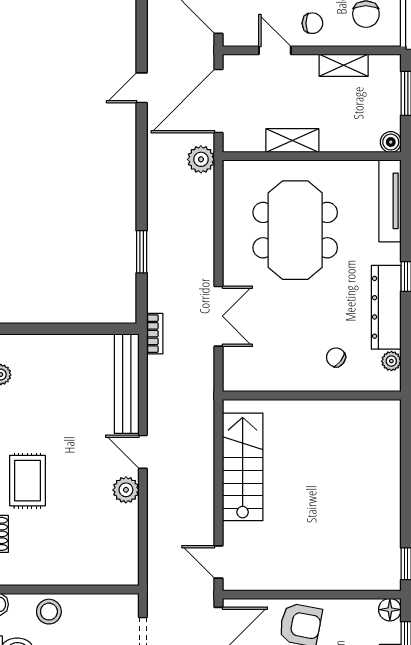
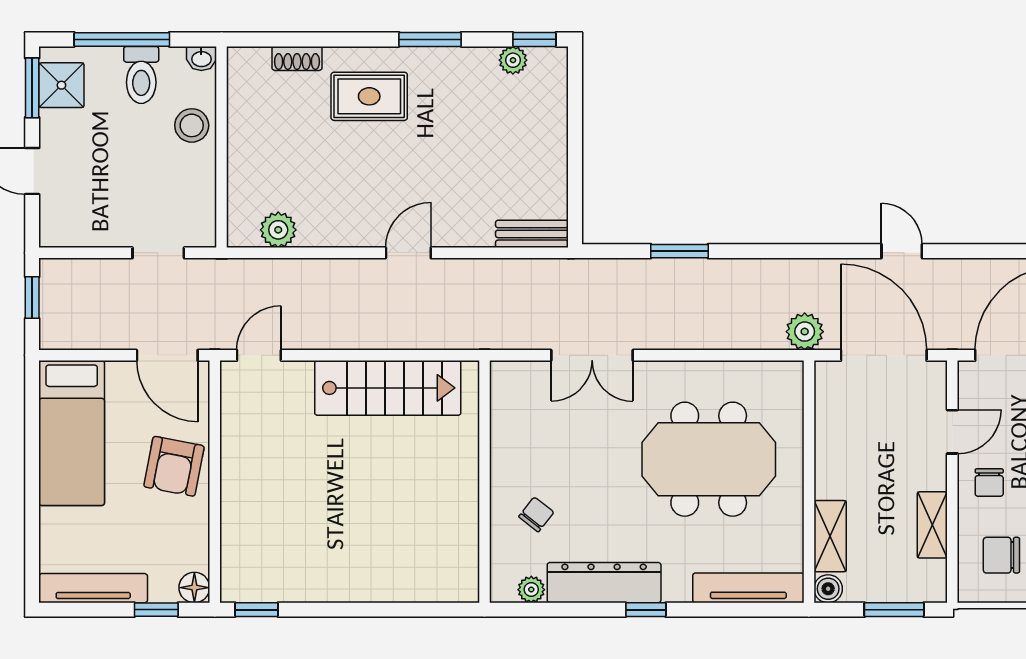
shelving: (292, 141) -> (830, 536), moved
bookcase: (155, 334) -> (568, 269), removed
bench: (127, 384) -> (532, 234), width x0.54, depth x0.82
plant: (126, 490) -> (278, 230), moved

